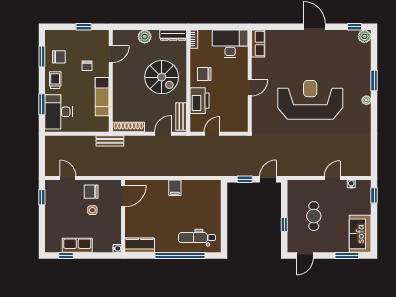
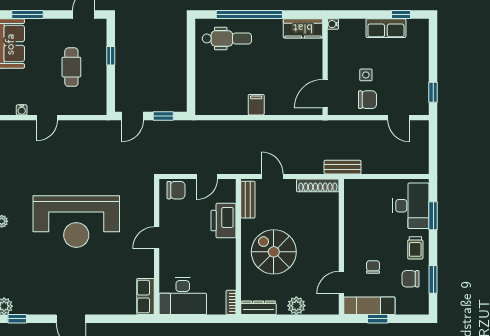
chair: (204, 74) -> (176, 190), moved
exam couch: (102, 97) -> (369, 306), moved, turned -90
door: (163, 134) -> (272, 176), swing flipped

